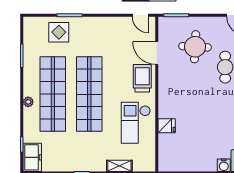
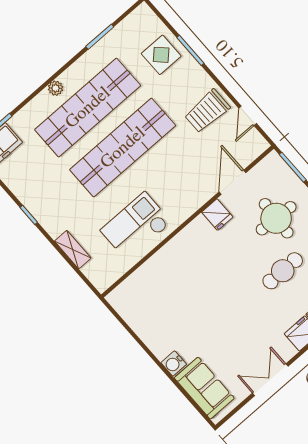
door: (140, 15) -> (248, 116), moved
trolley: (142, 78) -> (207, 111), moved, turned 180
fridge: (167, 126) -> (217, 215), moved

